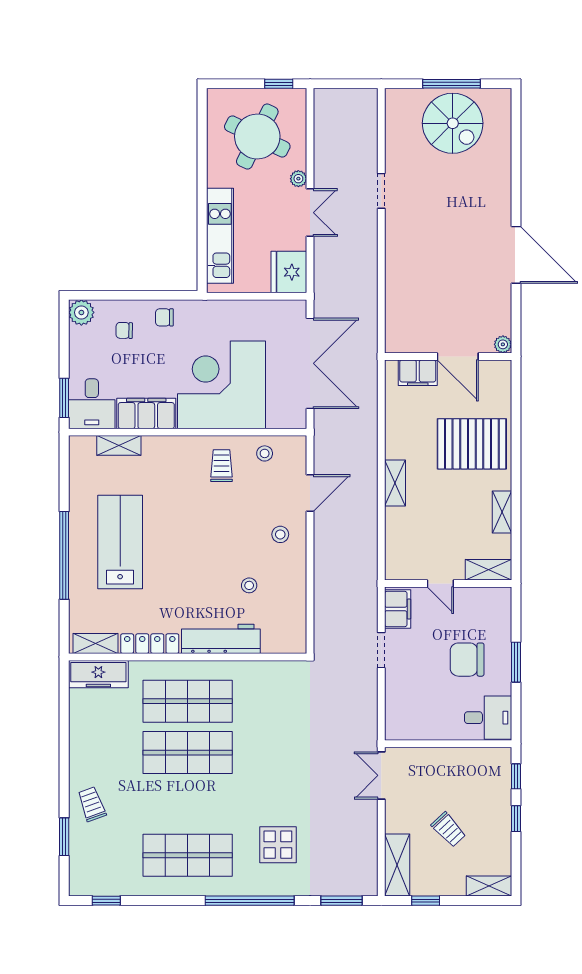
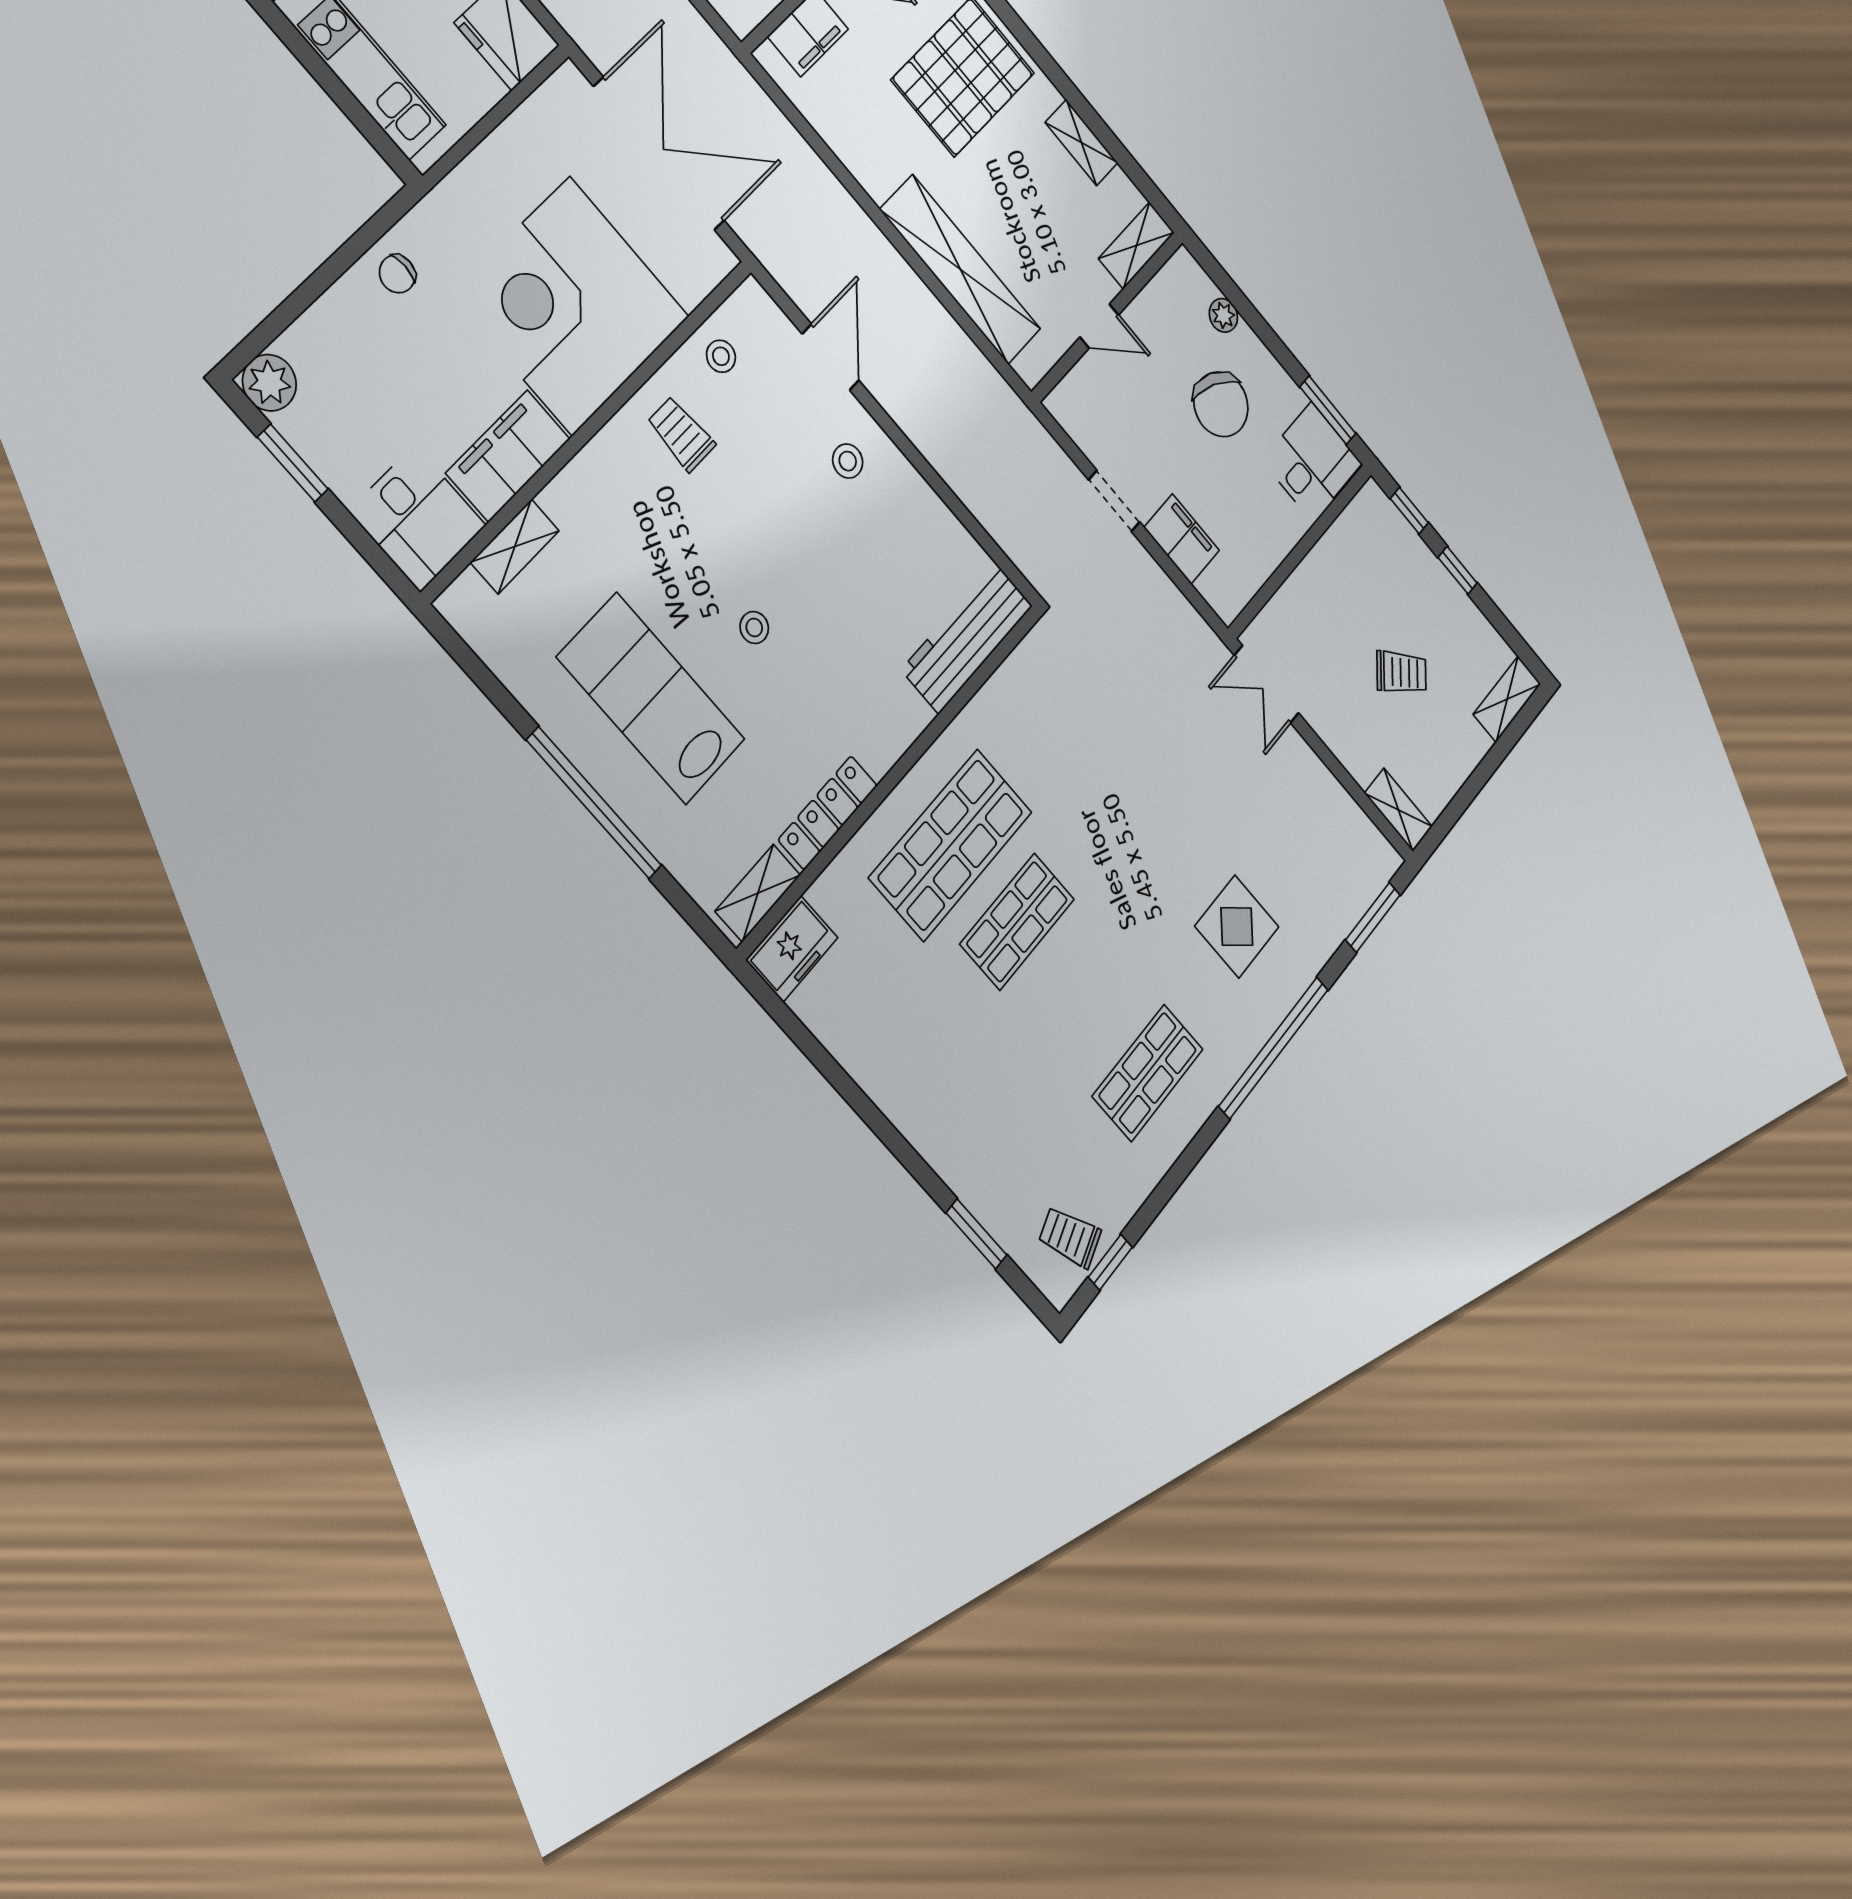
chair: (124, 330) -> (358, 352), removed
window: (64, 398) -> (293, 463), moved
shelving: (395, 483) -> (960, 269), width x2.20, depth x1.33
stool: (249, 585) -> (754, 628), moved
filing cabinet: (398, 609) -> (1182, 539), moved
plant: (503, 629) -> (1223, 315), added
workbench: (221, 639) -> (967, 638), moved
chair: (467, 660) -> (1221, 404), turned -66
window: (516, 662) -> (1328, 410), moved
freezer: (98, 674) -> (792, 949), width x0.71
shop shelf: (188, 753) -> (1017, 922), width x0.70, depth x0.74
trolley: (92, 804) -> (1070, 1237), moved
shop shelf: (188, 855) -> (1148, 1073), width x0.70, depth x0.74
shelving: (397, 865) -> (1398, 810), width x0.67, depth x0.75
window: (426, 901) -> (1460, 803), removed

